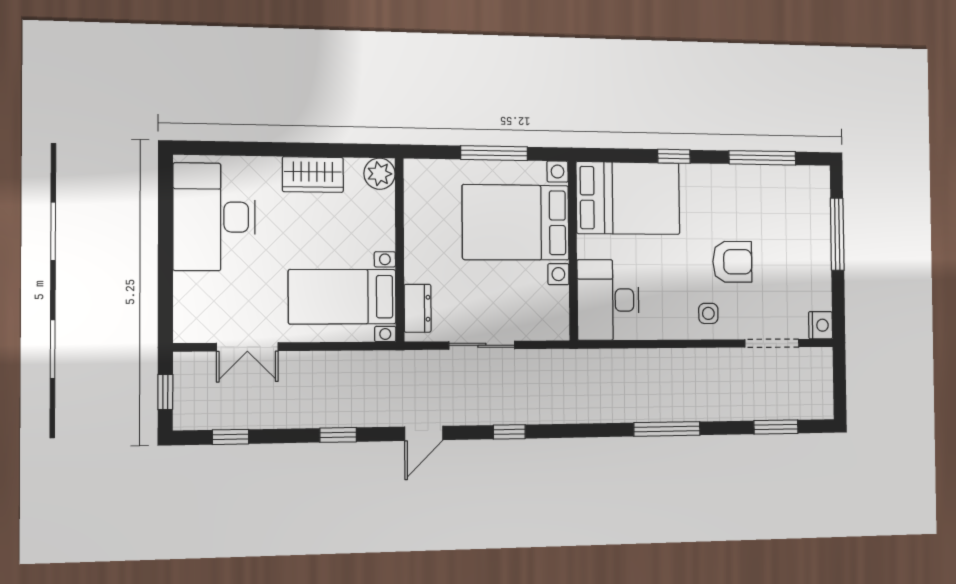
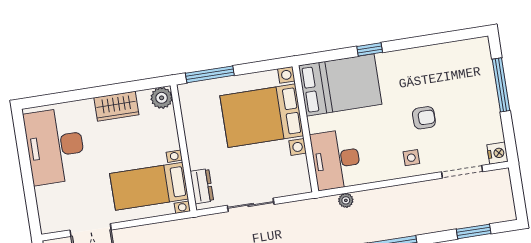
window: (494, 153) -> (210, 74), moved
window: (762, 158) -> (436, 39), removed
armchair: (732, 262) -> (424, 118), width x0.72, depth x0.72
plant: (613, 359) -> (346, 200), added

